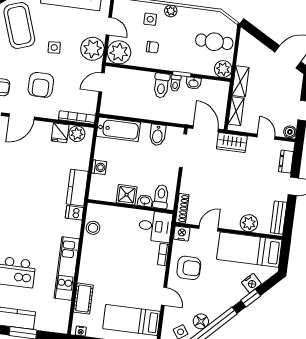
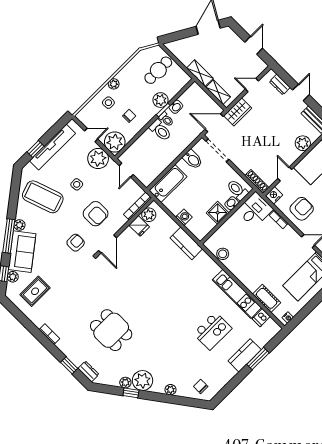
plant: (223, 69) -> (161, 100), moved
boiler: (290, 132) -> (261, 66), removed
dishwasher: (74, 213) -> (261, 318), moved

